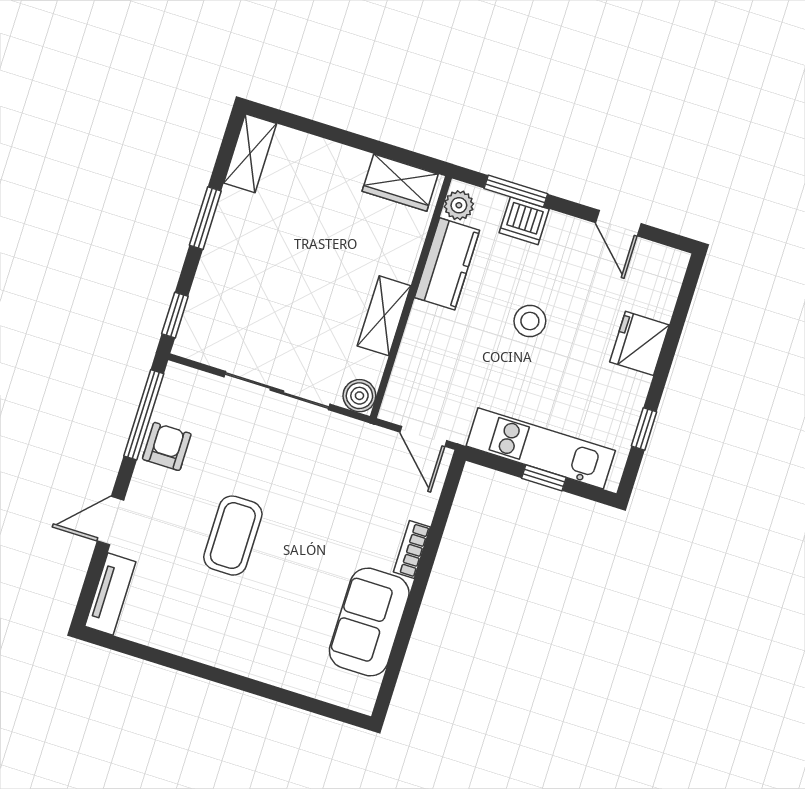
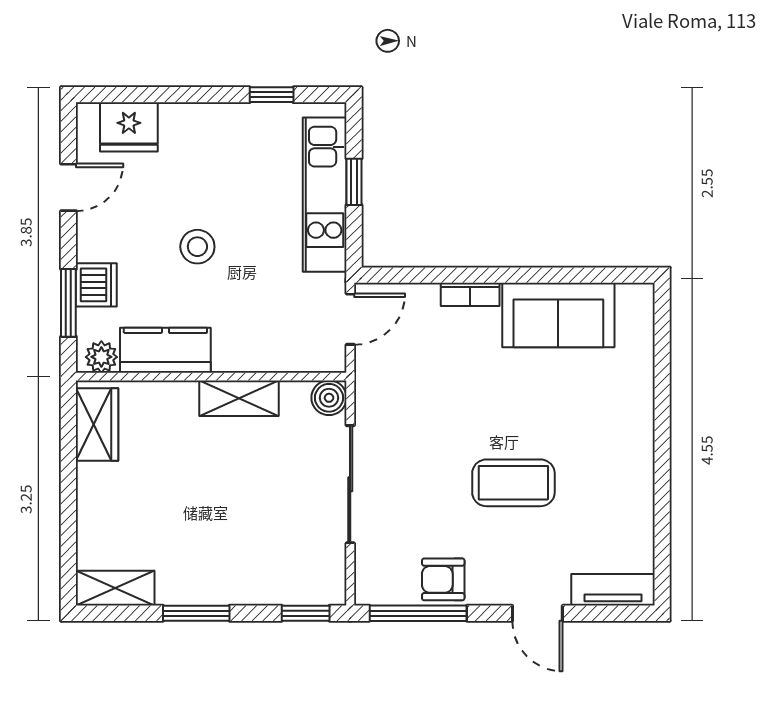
fridge: (639, 343) -> (129, 127), moved

